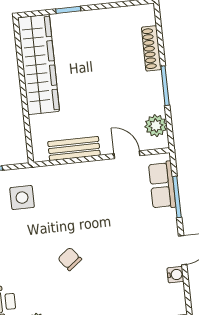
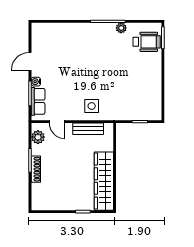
shoe rack: (151, 48) -> (36, 169), moved
side table: (22, 198) -> (92, 106), moved
chair: (70, 259) -> (98, 63), removed
water cooler: (175, 275) -> (36, 82), moved

